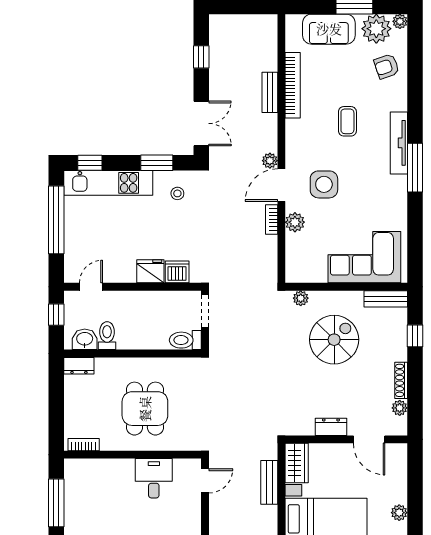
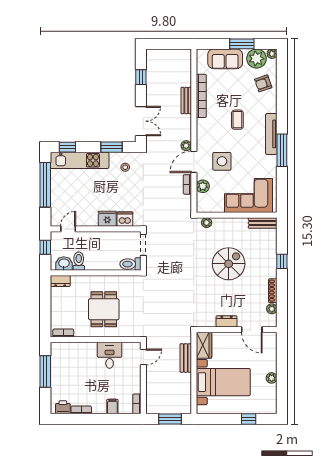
corner sofa: (364, 257) -> (249, 195), moved
wall: (346, 287) -> (237, 215), moved
plant: (301, 298) -> (207, 223), moved
bench: (386, 299) -> (263, 223), moved

